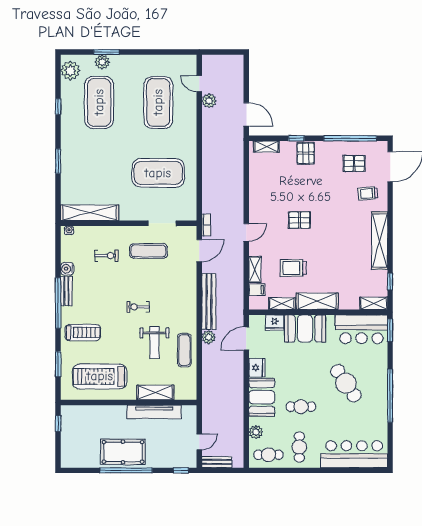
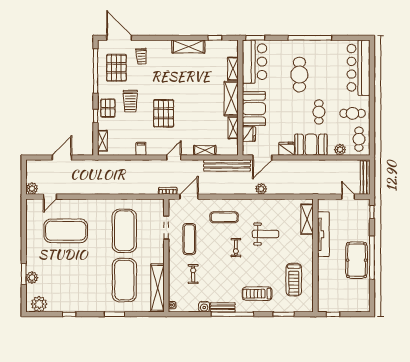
plant: (209, 101) -> (32, 189), moved
exercise mat: (99, 102) -> (124, 280), moved, turned 90
door: (246, 114) -> (62, 157), moved
pallet: (306, 153) -> (108, 108), turned 90
pallet: (354, 163) -> (116, 68), width x1.50, depth x1.42
pallet: (299, 220) -> (164, 113), width x1.50, depth x1.42
door: (246, 232) -> (174, 157), hinge flipped
shelving: (380, 241) -> (188, 47), width x0.68
door: (199, 251) -> (189, 197), hinge flipped
trolley: (293, 268) -> (130, 101), moved
filing cabinet: (257, 290) -> (141, 149), moved
bench: (209, 301) -> (227, 165), moved
shelving: (374, 303) -> (233, 69), moved
treadmill: (83, 332) -> (257, 294), turned -90
door: (246, 339) -> (262, 157), hinge flipped
exercise mat: (184, 350) -> (224, 217), moved
treadmill: (100, 376) -> (294, 280), width x0.73, depth x0.73
cafe table: (346, 383) -> (299, 75), turned -56
shelving: (155, 392) -> (307, 219), moved
bench: (217, 462) -> (365, 178), width x1.36

